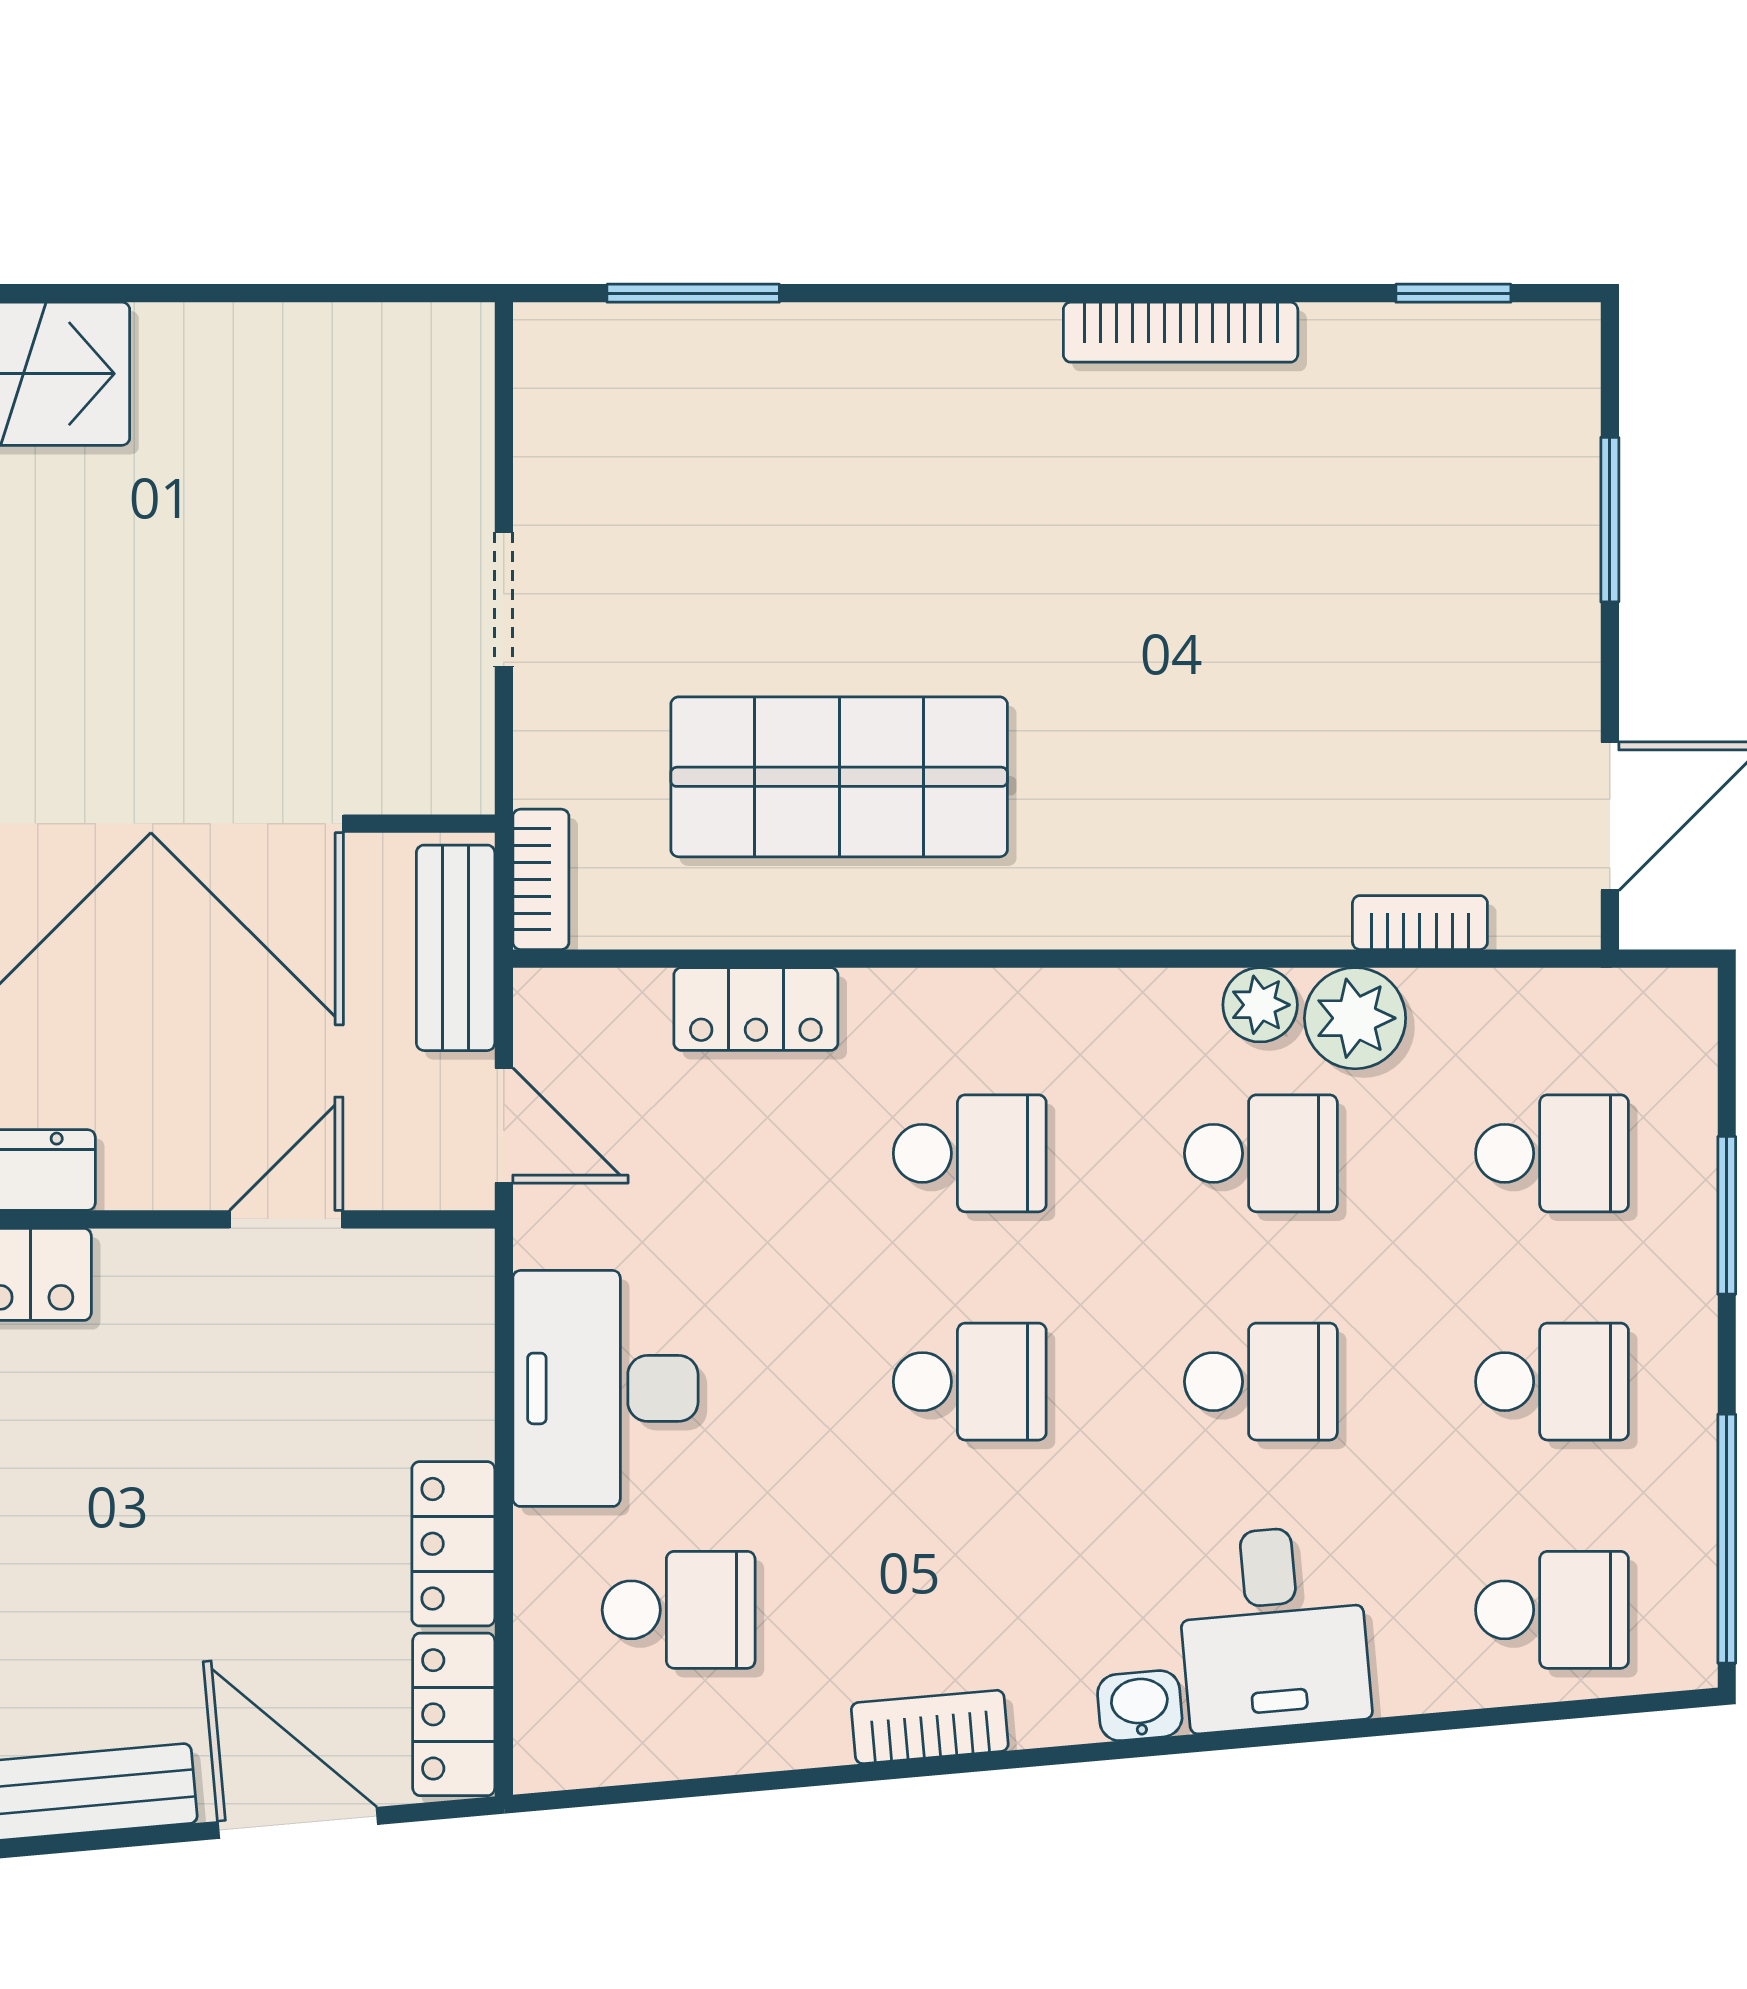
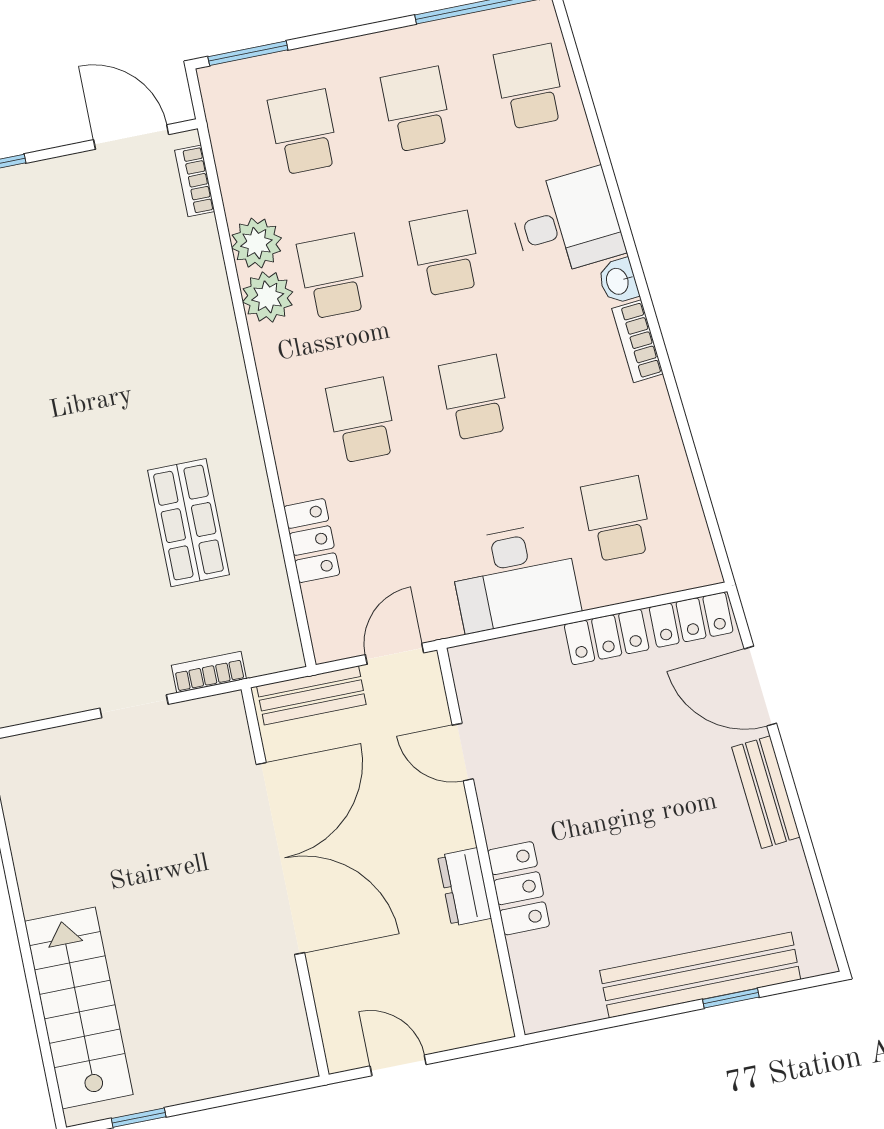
shop shelf: (839, 777) -> (188, 523), width x0.70, depth x0.74
bookcase: (541, 879) -> (209, 672), moved
bookcase: (1420, 923) -> (195, 181), moved
plant: (1260, 1005) -> (268, 297), width x1.38, depth x1.38
window: (1727, 1215) -> (248, 53), moved
bookcase: (930, 1727) -> (637, 341), moved
door: (298, 1823) -> (760, 686), hinge flipped

